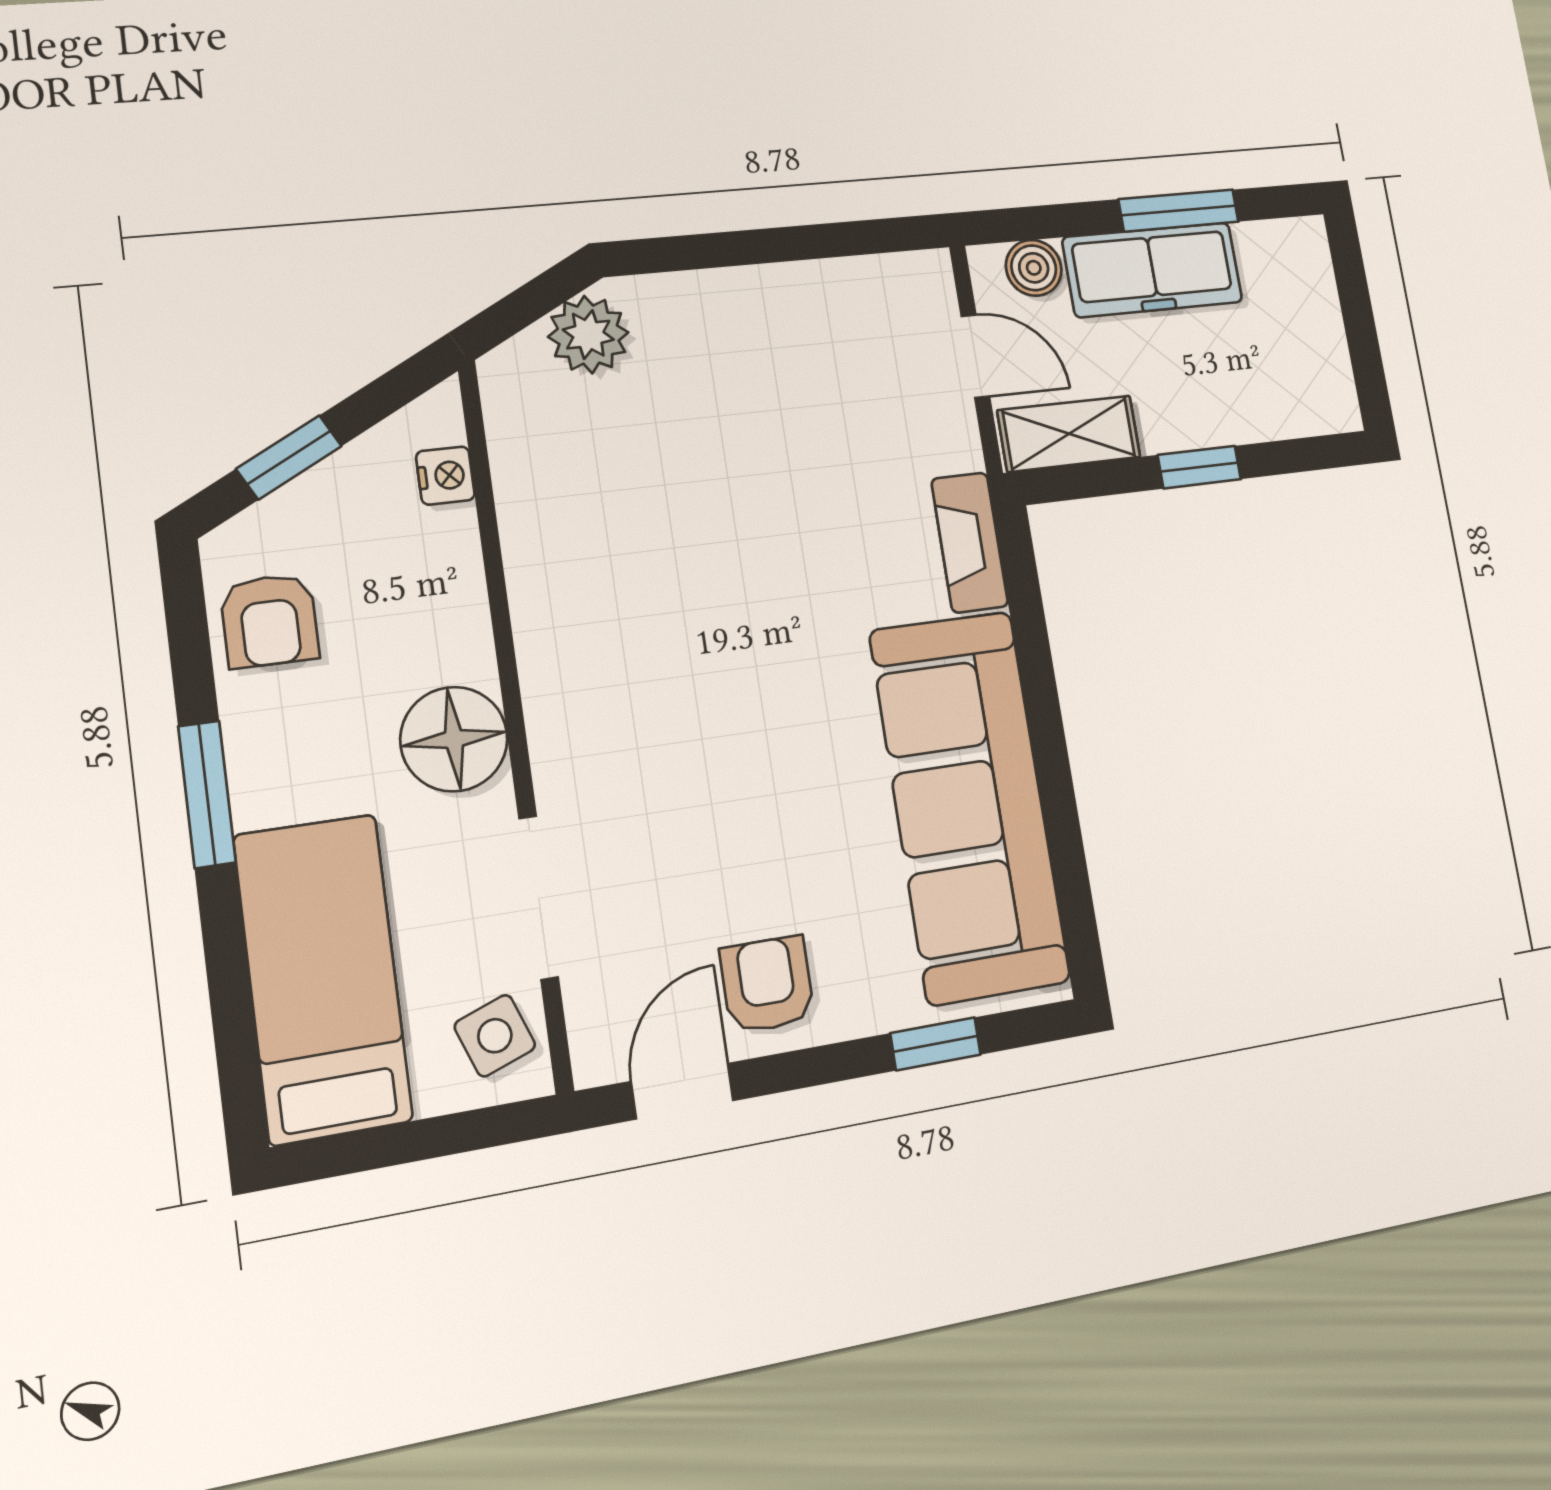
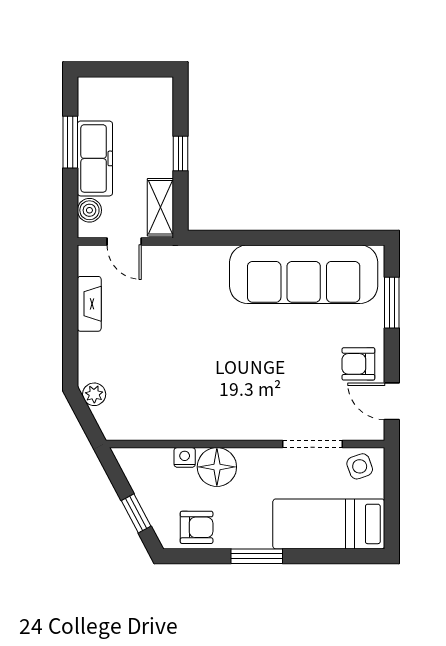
plant: (588, 335) -> (94, 394), width x0.73, depth x0.73
door: (975, 356) -> (124, 241), swing flipped
nightstand: (445, 476) -> (185, 457), moved
fireplace: (970, 542) -> (89, 304), moved, turned -90
floor lamp: (454, 739) -> (217, 467), moved
window: (936, 1044) -> (392, 303), width x1.50

